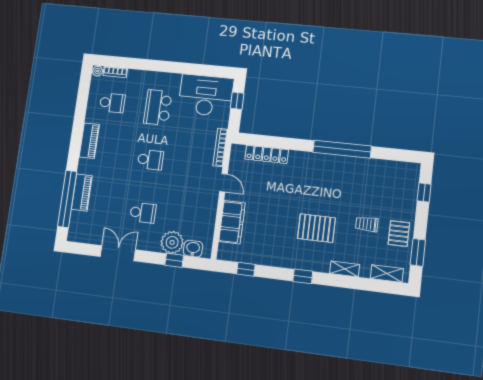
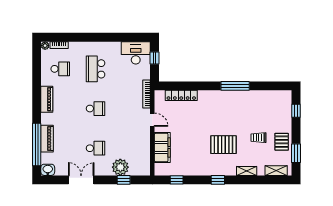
desk: (206, 95) -> (136, 53), width x0.73, depth x0.77
window: (342, 149) -> (235, 86), width x0.68
washbasin: (193, 249) -> (48, 170), moved

